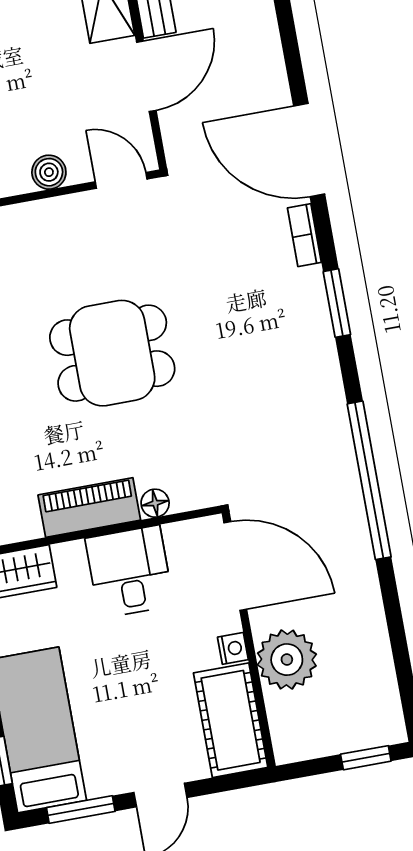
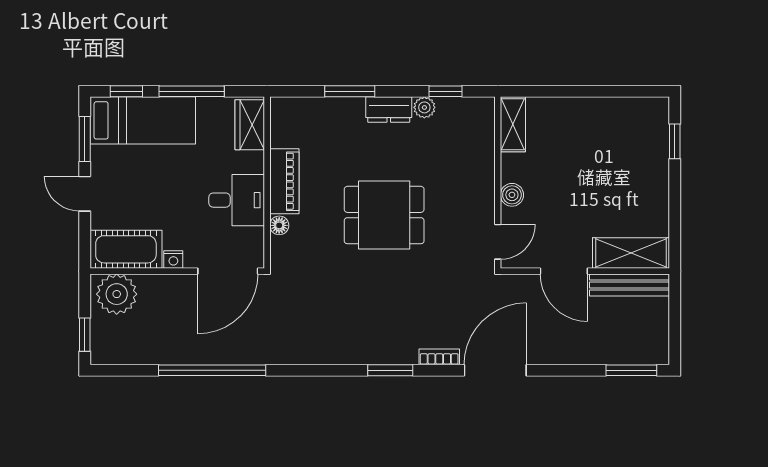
dining table: (112, 353) -> (384, 215), turned 90
window: (369, 480) -> (212, 370), moved
plant: (287, 660) -> (117, 294), moved

